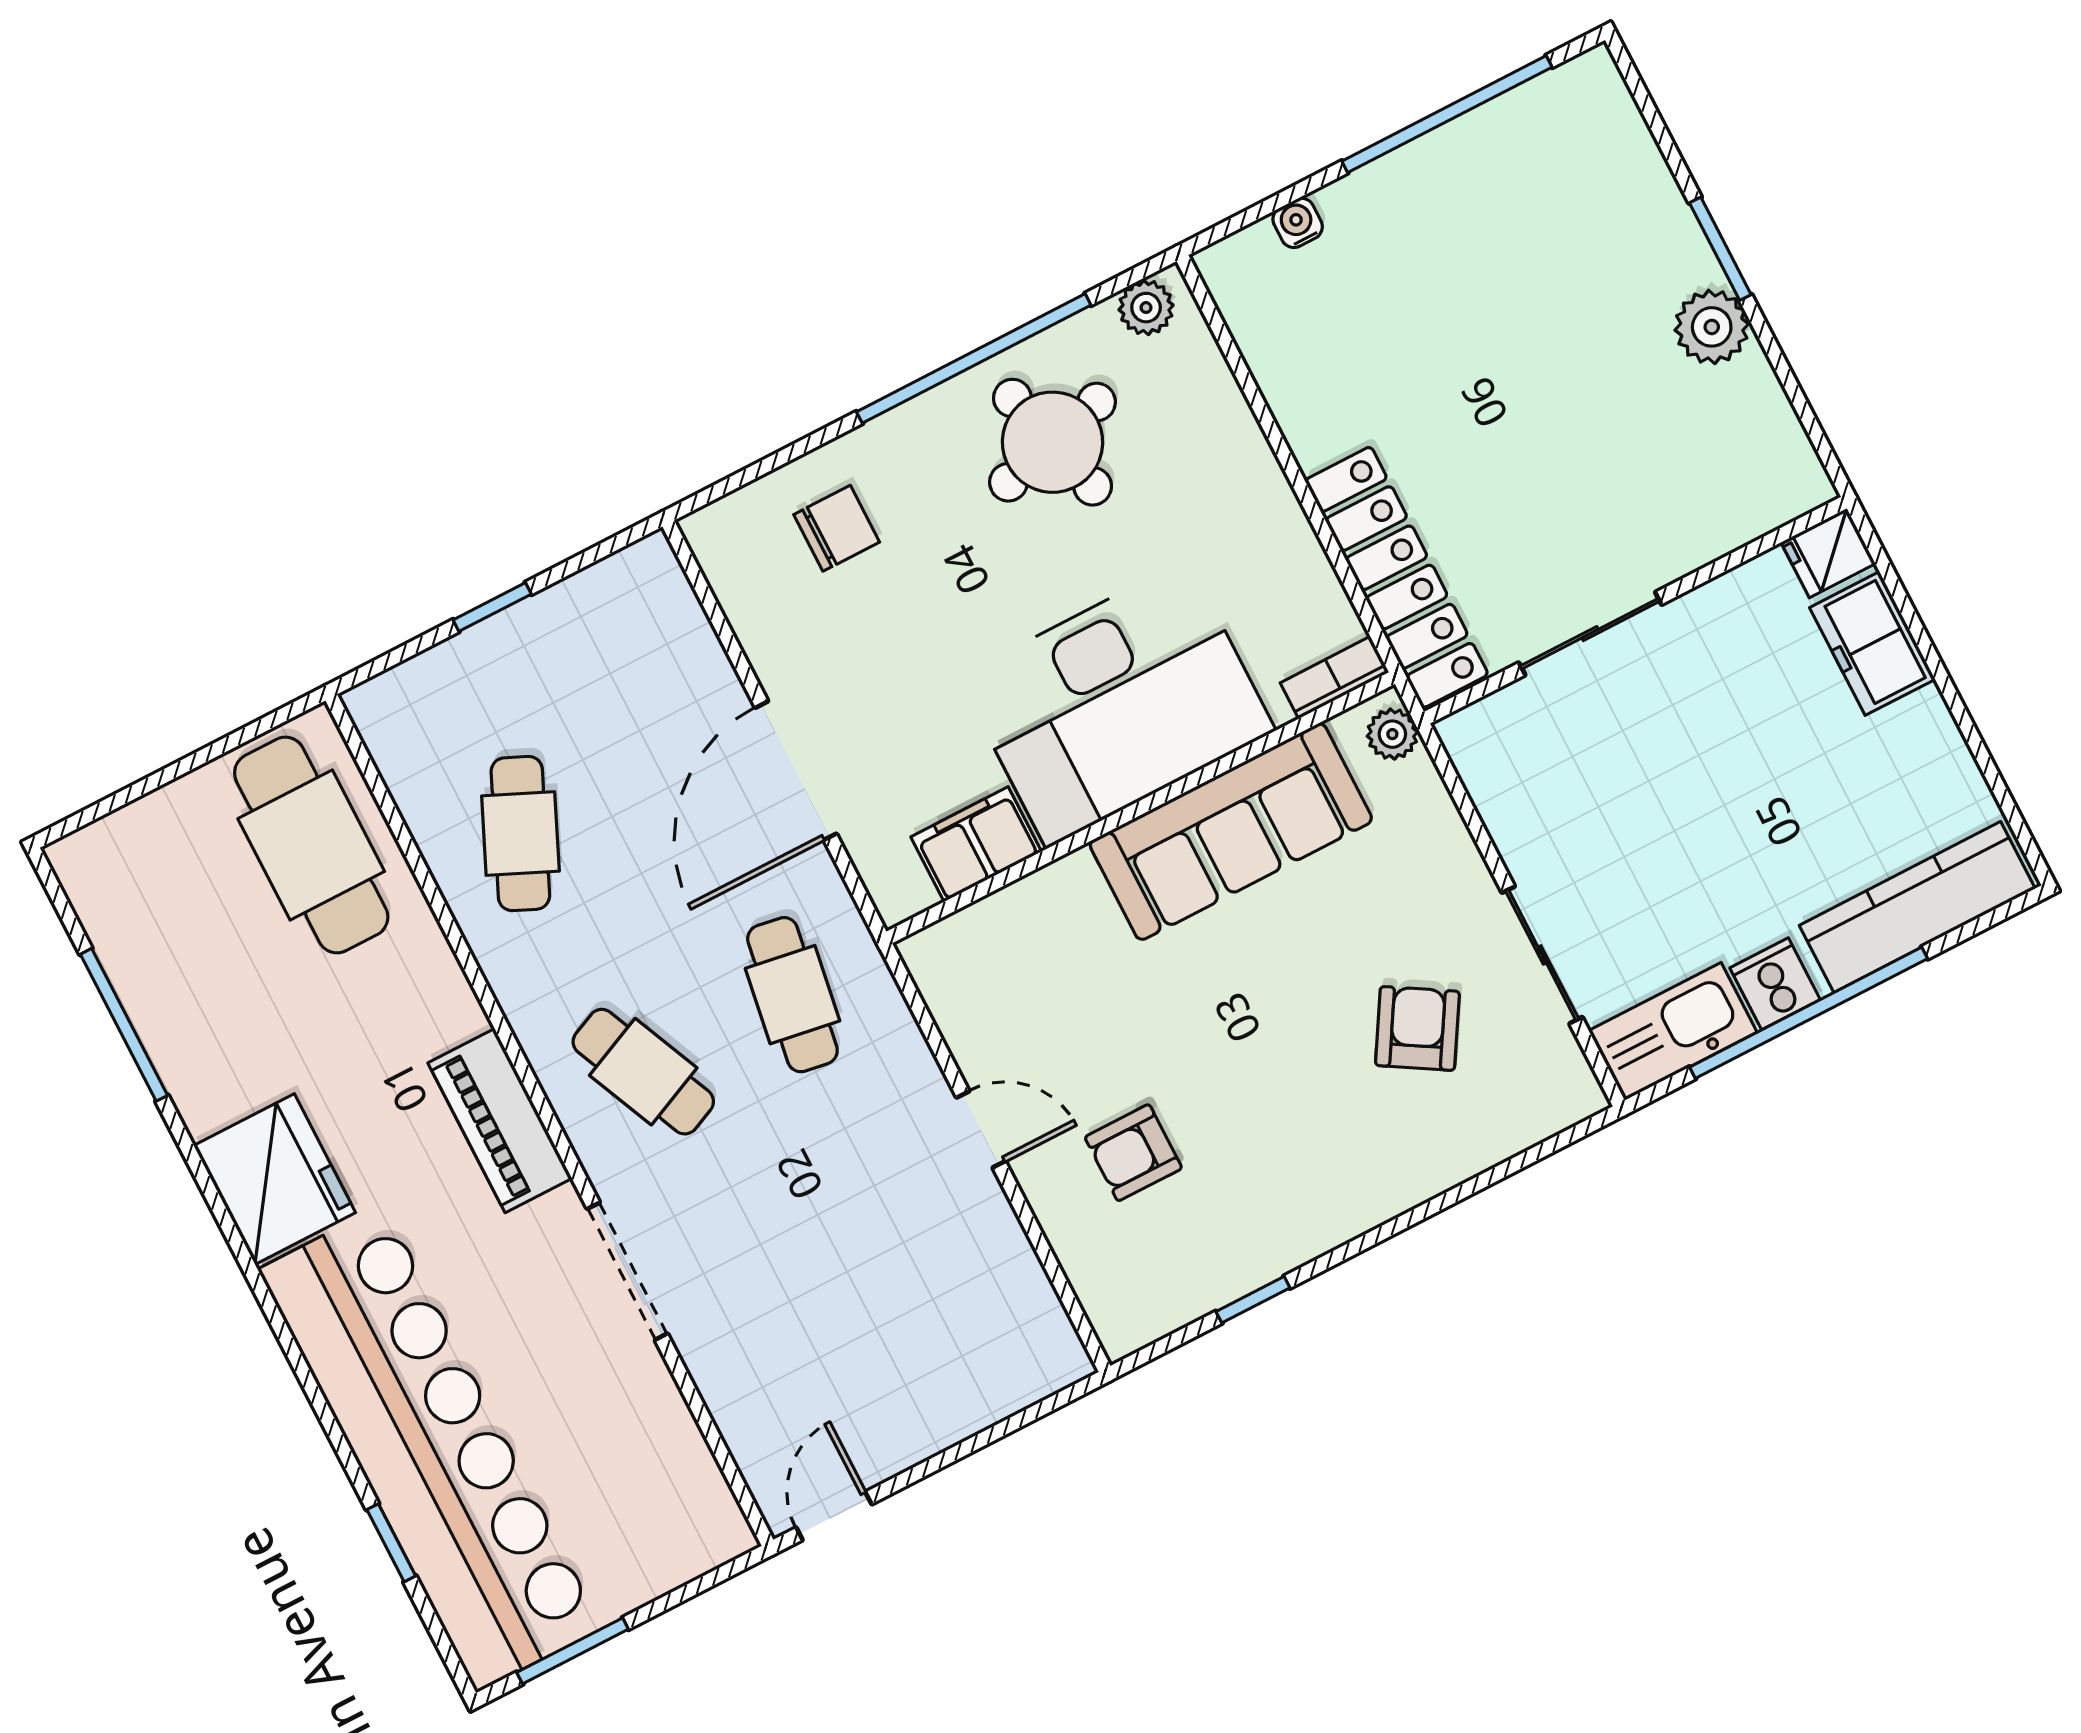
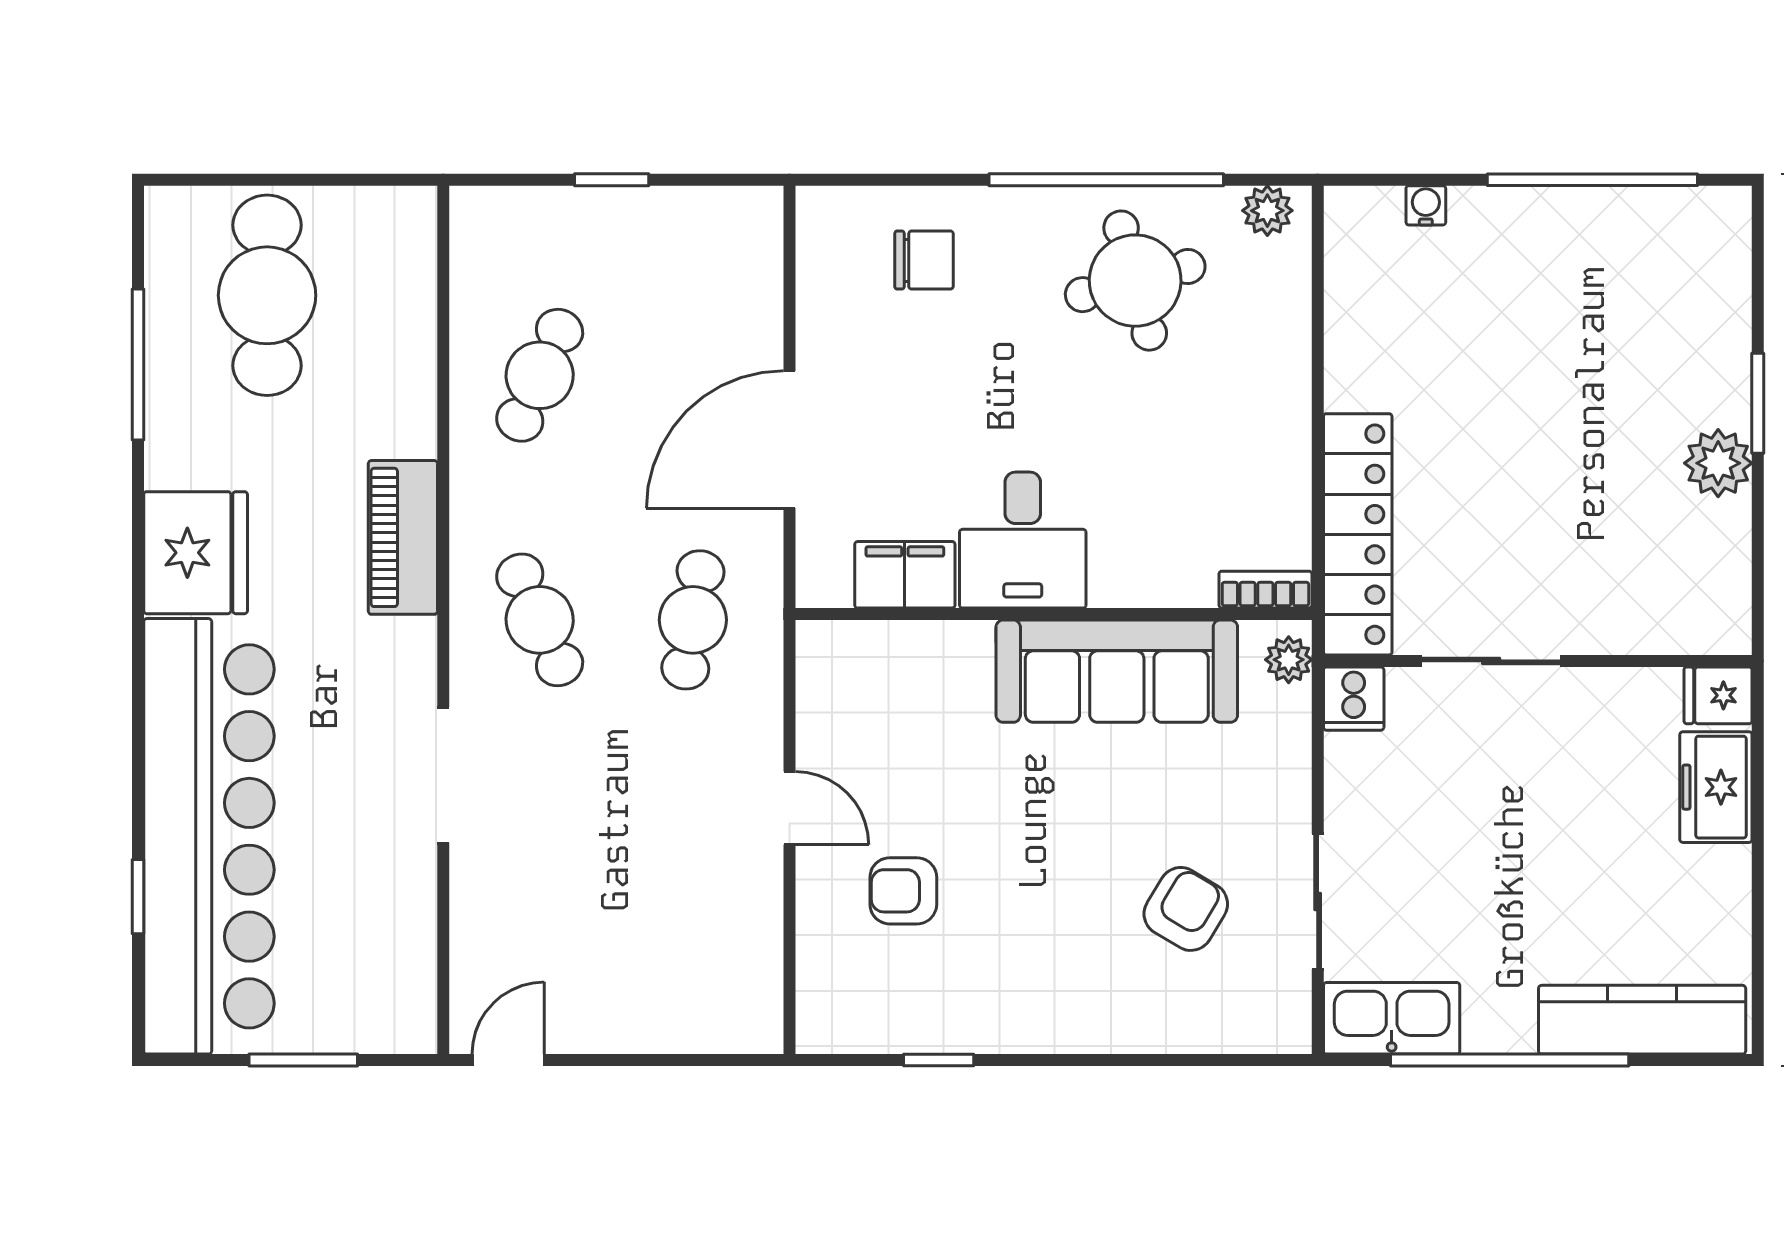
desk: (1117, 704) -> (1023, 540), width x0.53, depth x0.77
cafe table: (311, 845) -> (267, 295), moved
cooker: (1775, 984) -> (1354, 699), moved, turned 180
piano: (500, 1121) -> (403, 537), moved
window: (573, 1651) -> (303, 1060), moved

